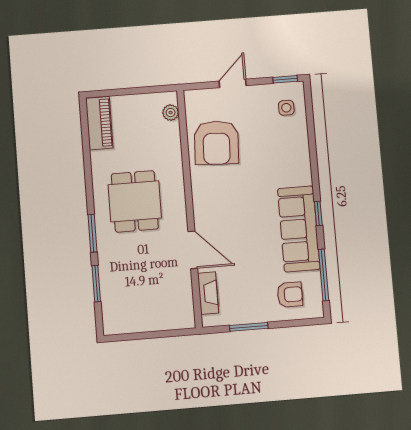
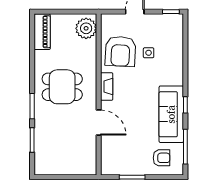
side table: (286, 108) -> (149, 53), moved
plant: (171, 113) -> (86, 28), width x1.87, depth x1.87
dining table: (135, 201) -> (62, 87), turned 90
fireplace: (208, 293) -> (107, 87), moved

